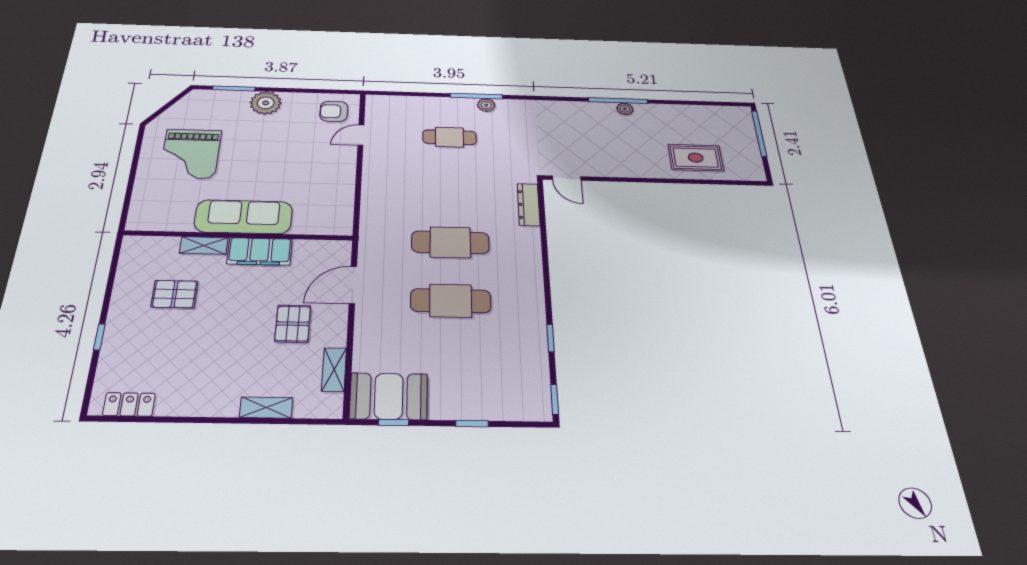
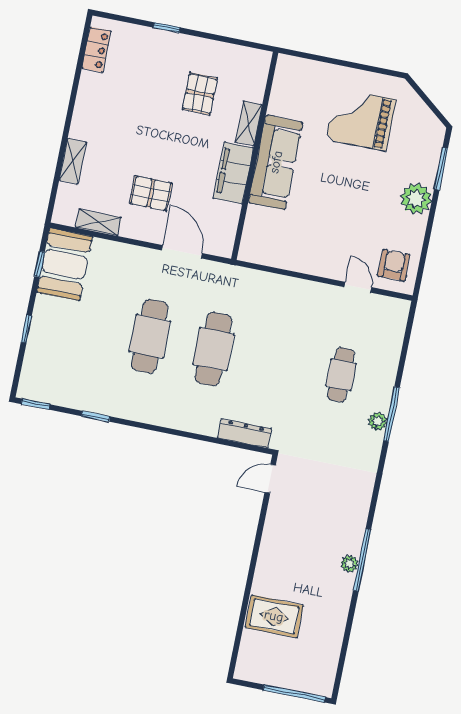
rug: (696, 158) -> (274, 616), turned 90

